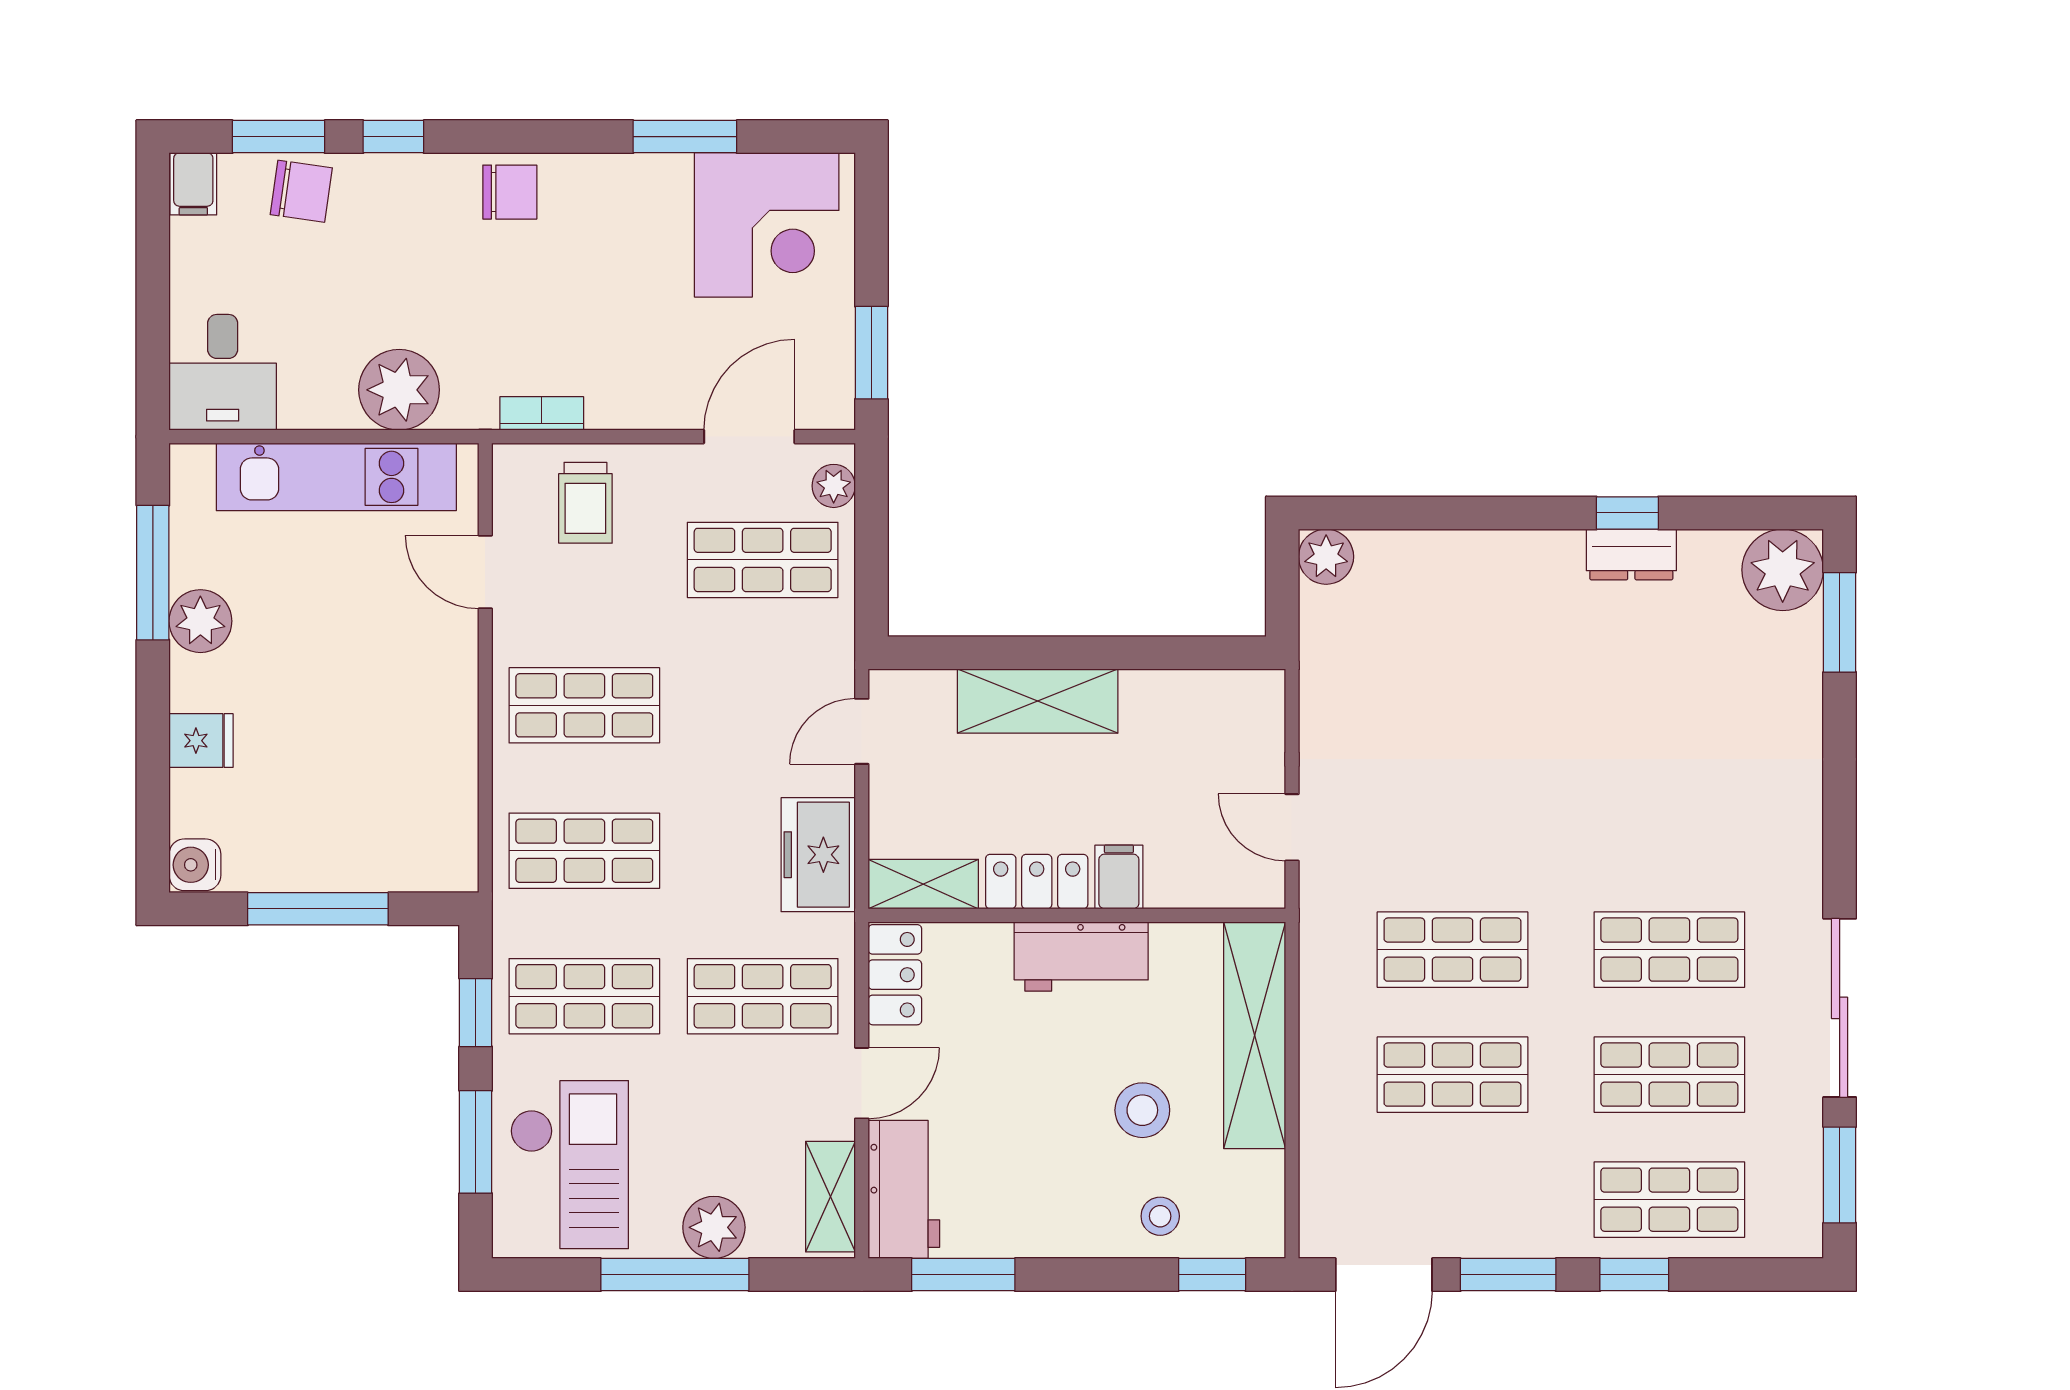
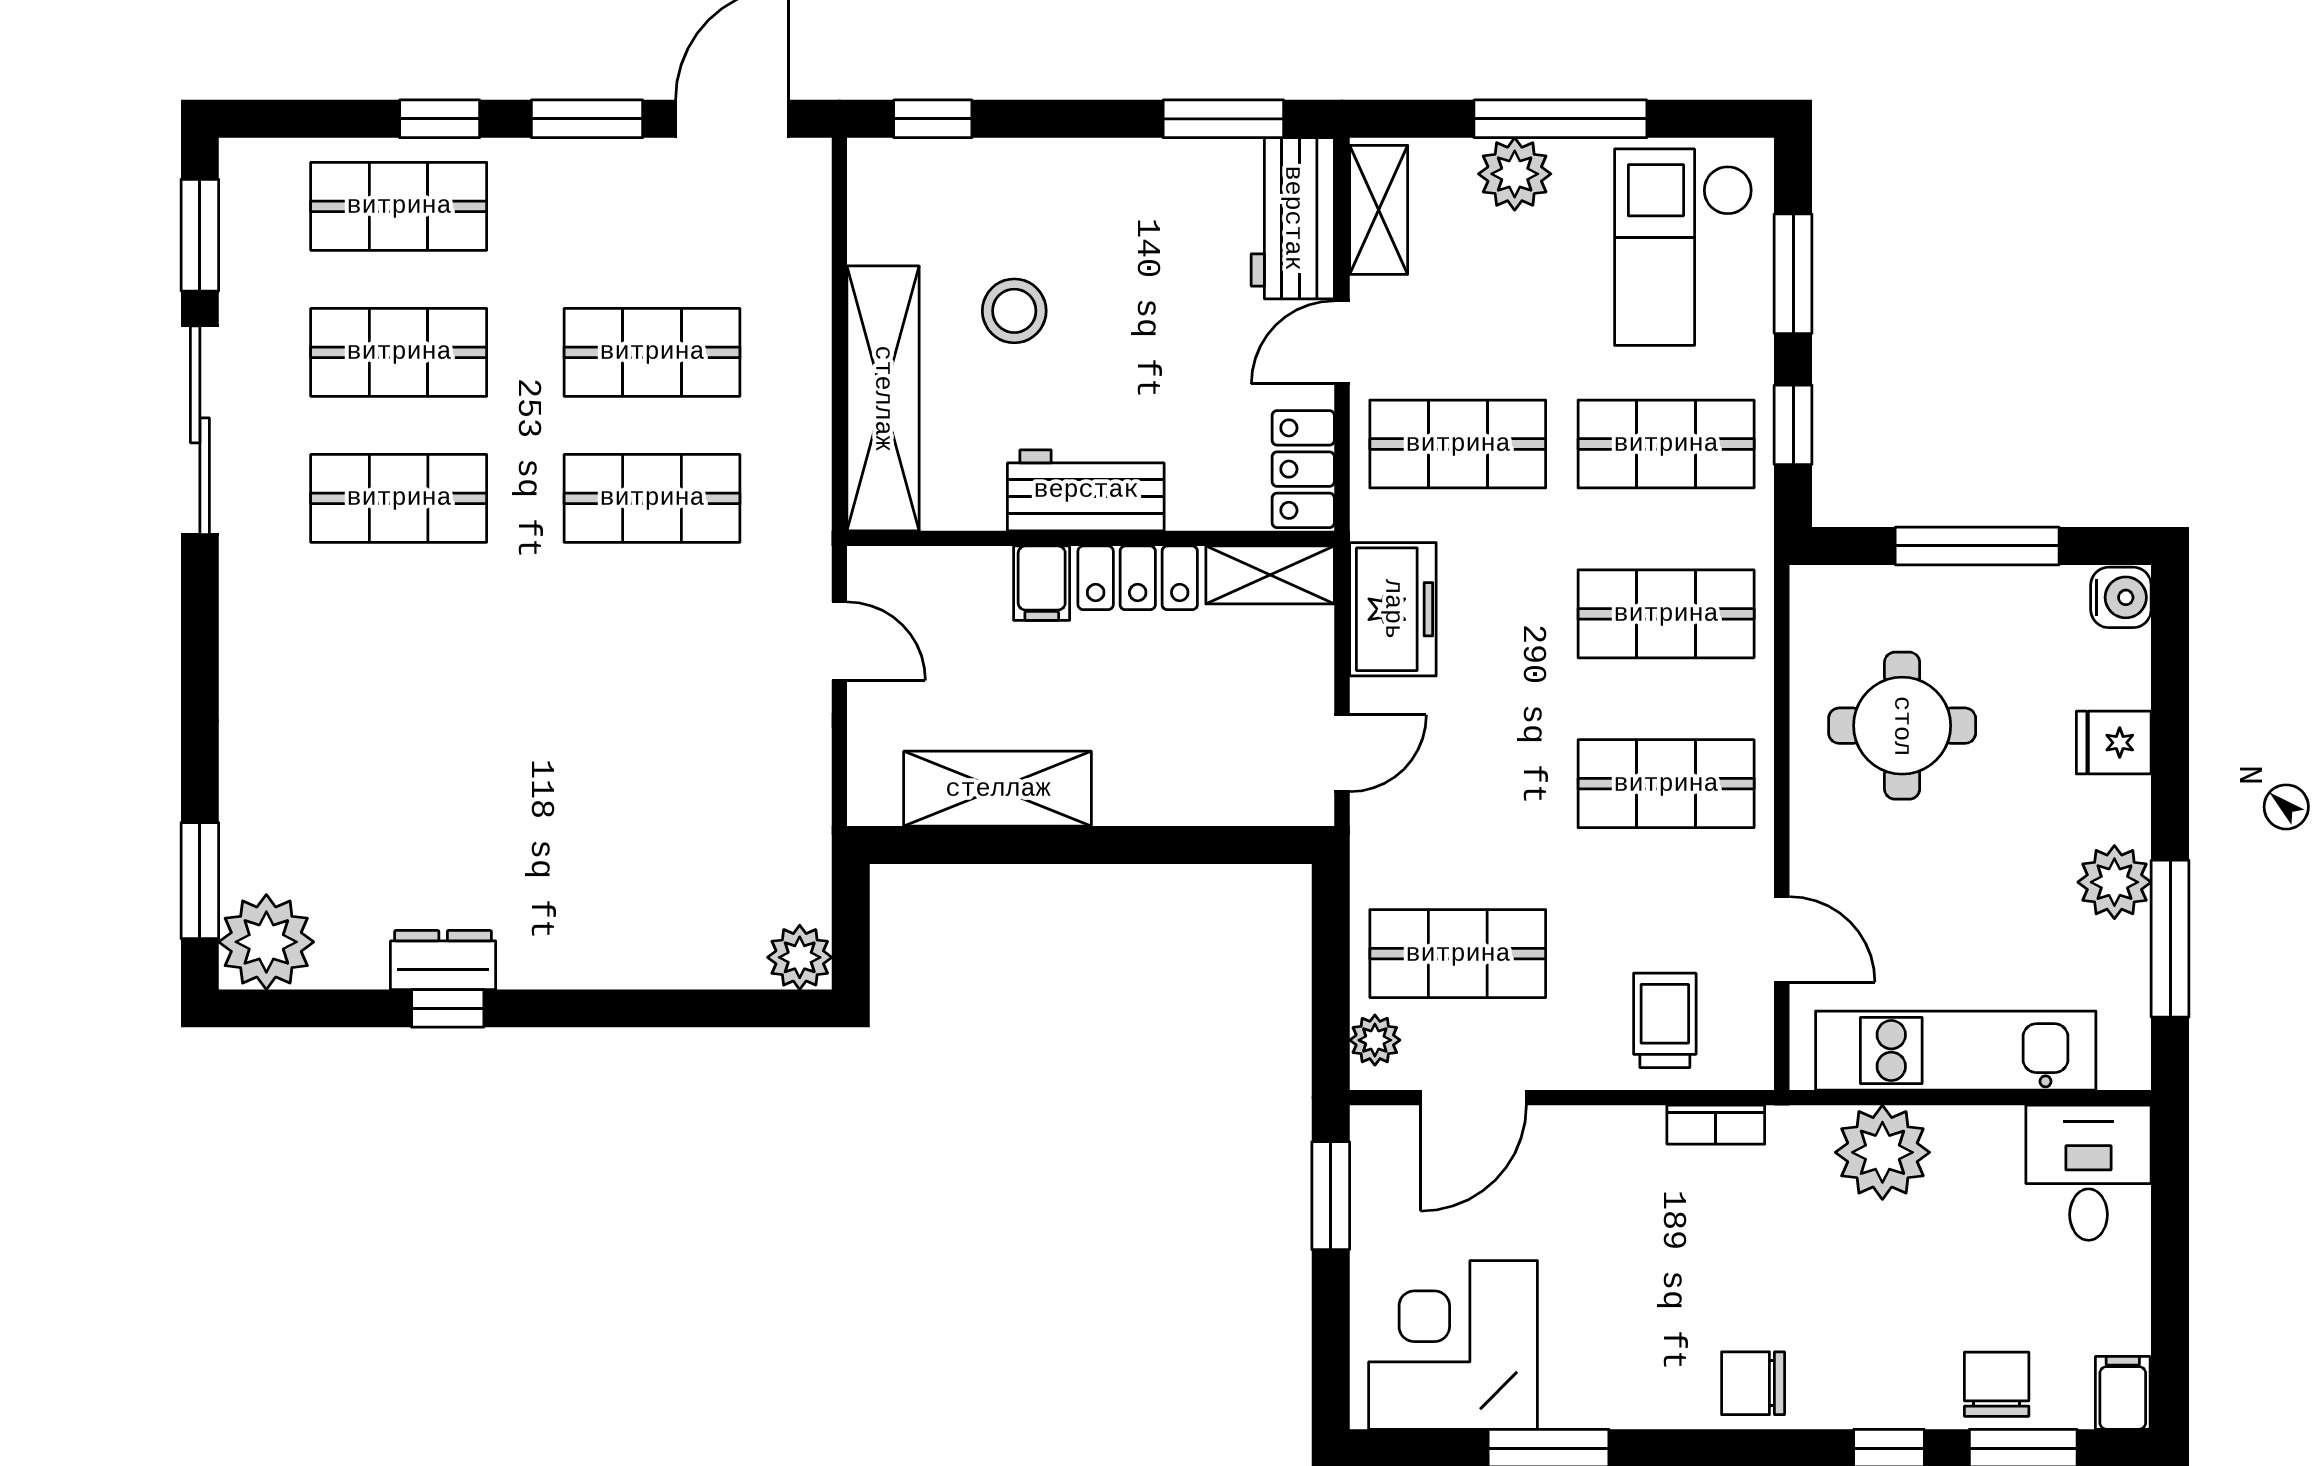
chair: (301, 191) -> (1997, 1384), turned 82
shelving: (1038, 701) -> (998, 789), moved
round table: (382, 755) -> (1902, 726), added
stool: (1160, 1216) -> (993, 187), removed

